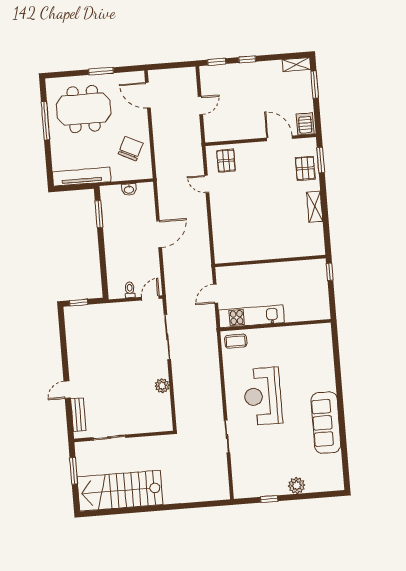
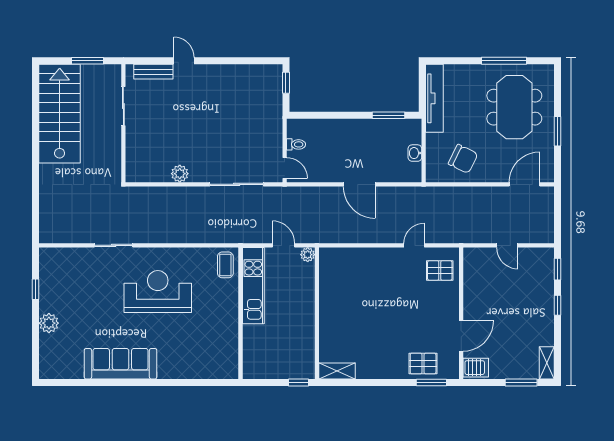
shelving: (315, 207) -> (337, 371), moved
plant: (222, 273) -> (308, 255), added

